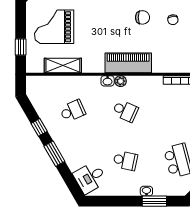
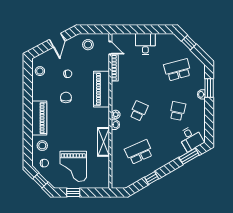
window: (21, 47) -> (73, 192), moved
piano: (128, 63) -> (101, 89), moved
shelving: (63, 66) -> (104, 142), moved
school desk: (73, 111) -> (139, 152), width x1.85
window: (54, 154) -> (189, 156), moved

